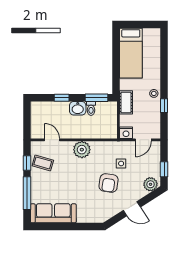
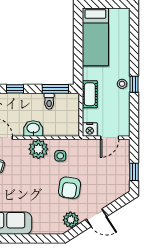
window: (164, 106) -> (134, 84), moved
washbasin: (78, 108) -> (33, 129), moved, turned 180
side table: (121, 163) -> (60, 156), moved
plant: (151, 184) -> (71, 220), moved

